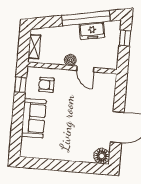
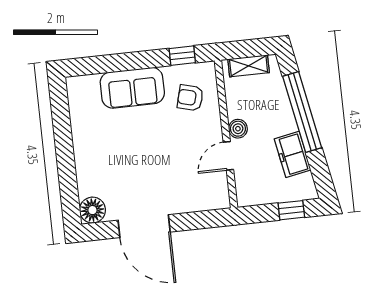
window: (86, 18) -> (302, 112), moved
armchair: (46, 85) -> (190, 98), turned -75

